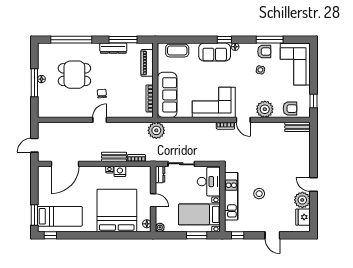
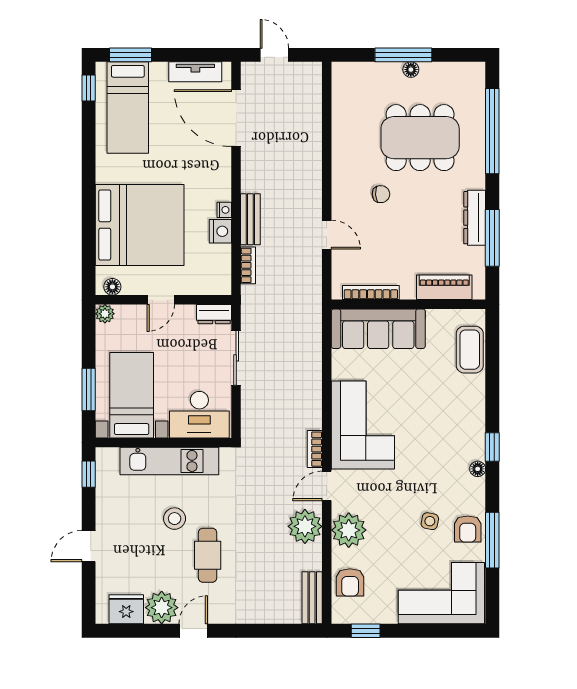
sofa: (215, 52) -> (467, 427), removed
dining table: (74, 75) -> (420, 138), width x1.38
door: (100, 120) -> (327, 235), moved
plant: (156, 130) -> (305, 526), moved
cafe table: (277, 178) -> (208, 555), added
tv unit: (43, 184) -> (195, 72), added

